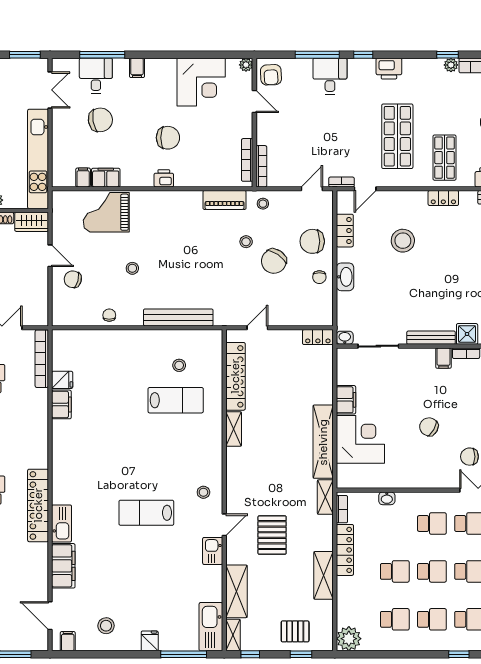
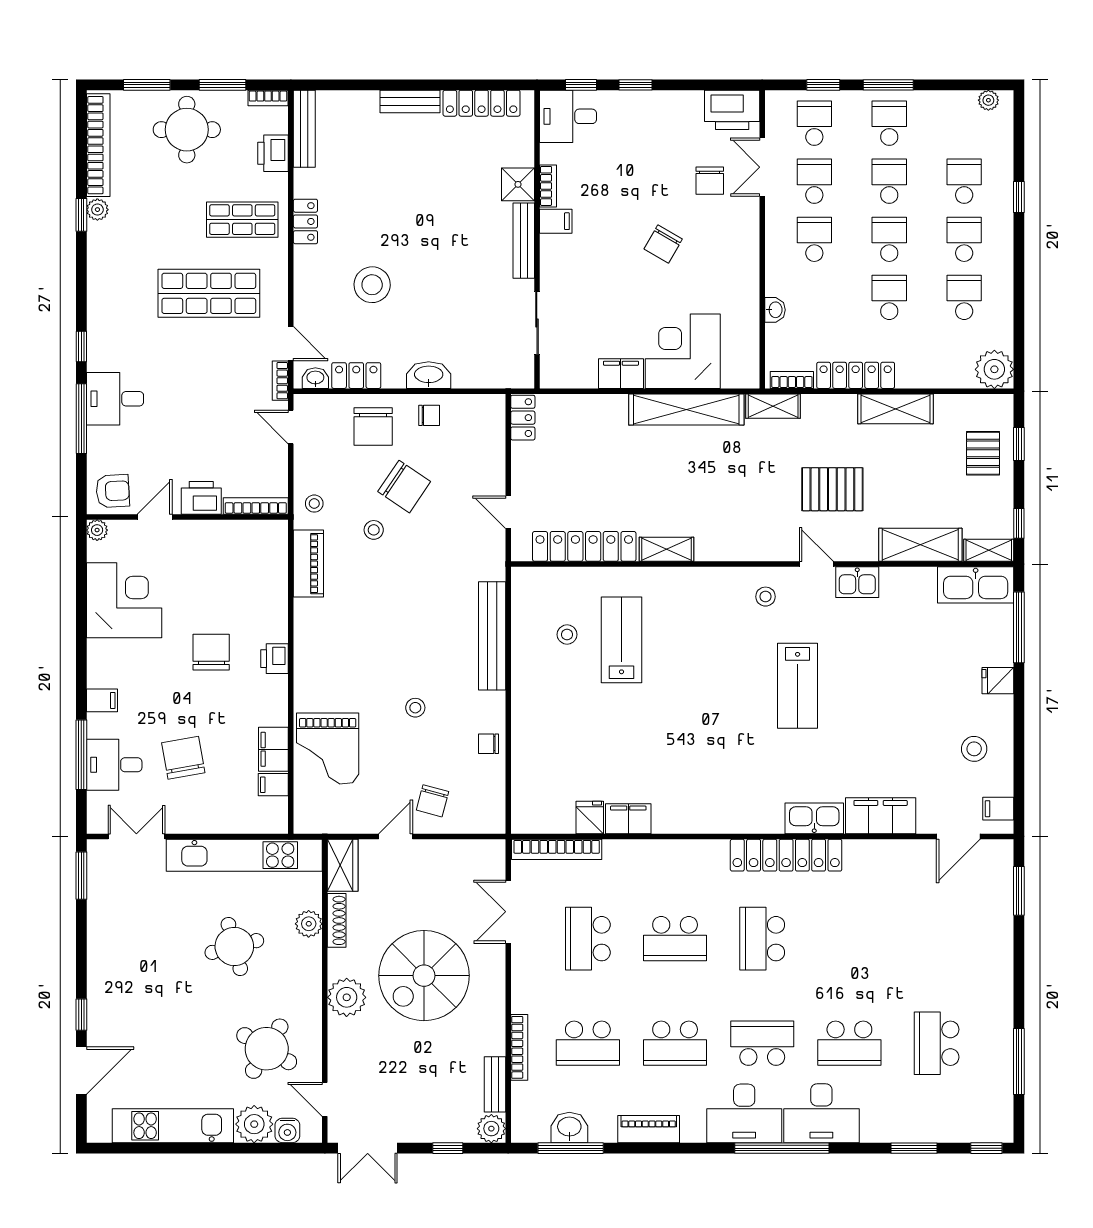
printer: (389, 69) -> (201, 498), moved, turned -90
bookcase: (247, 160) -> (246, 528), removed
washbasin: (345, 338) -> (315, 378), moved, turned 90

